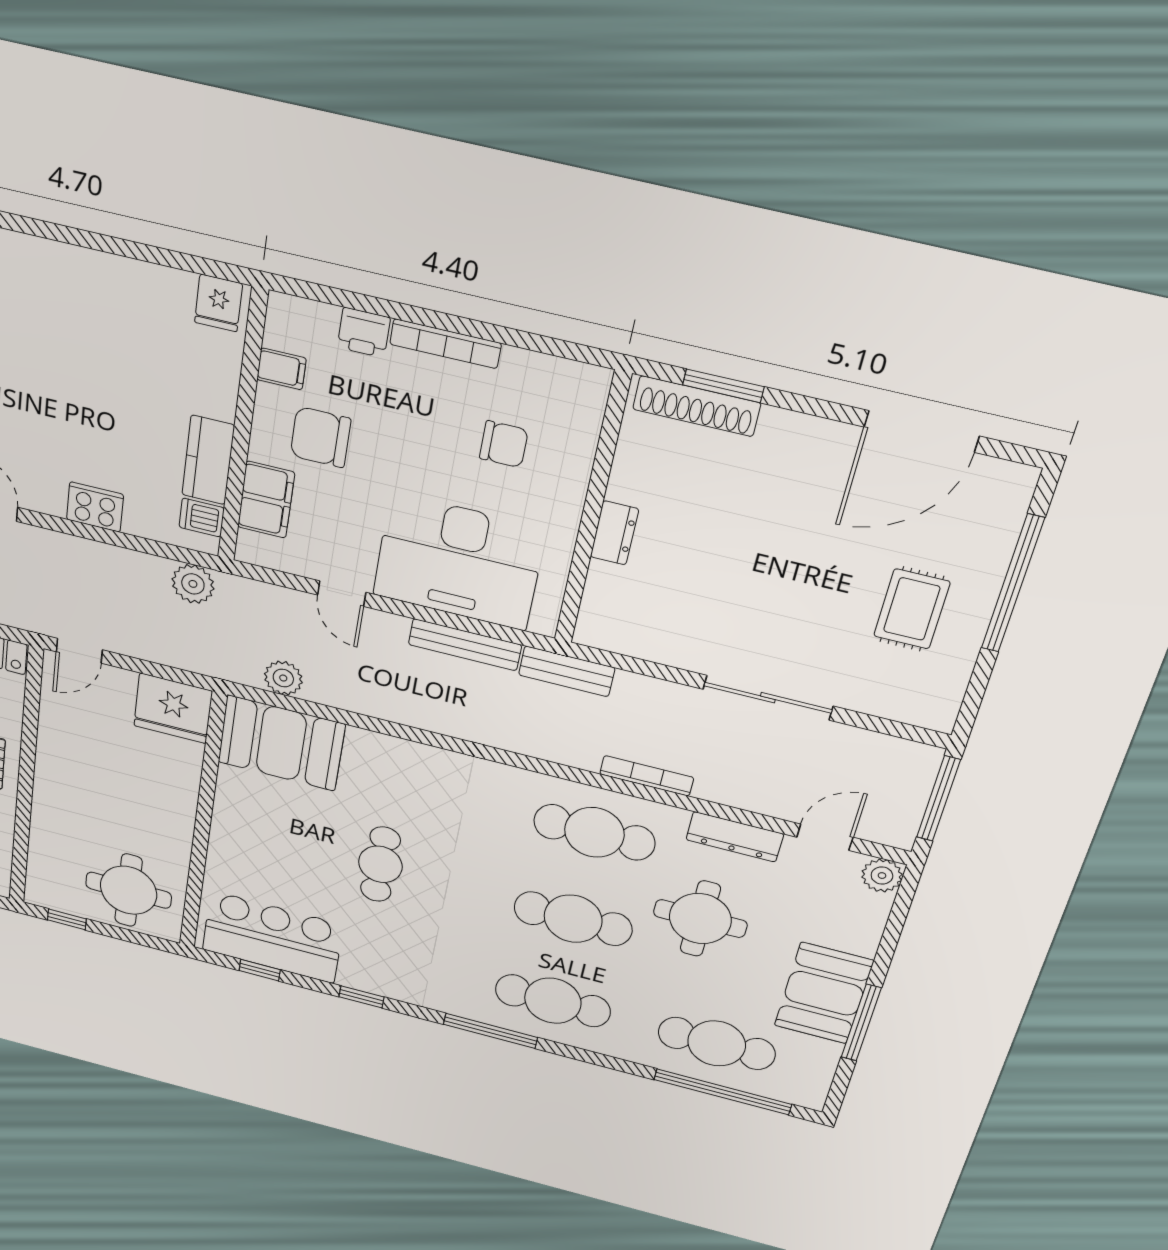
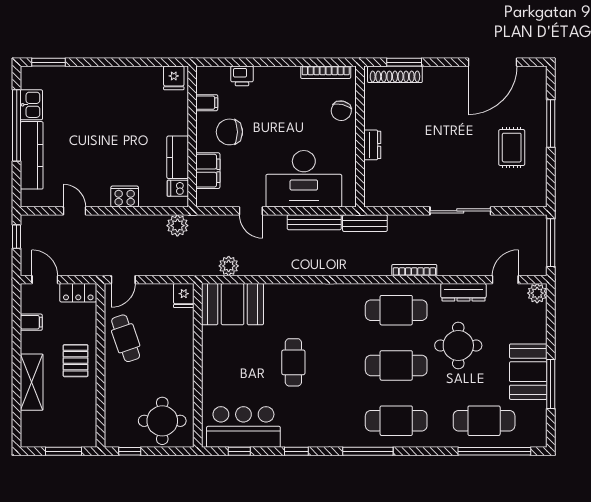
bookcase: (445, 344) -> (326, 72), moved
chair: (504, 444) -> (341, 111), moved, turned 103
window: (1013, 584) -> (551, 123), width x0.68
fridge: (173, 708) -> (184, 296), width x0.53, depth x0.75
cafe table: (75, 747) -> (126, 338), added

